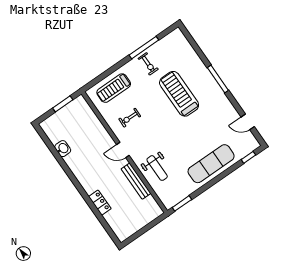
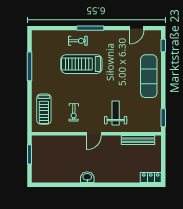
exercise bike: (148, 64) -> (78, 41), moved
washbasin: (63, 149) -> (87, 177), moved
weight bench: (157, 168) -> (116, 113), moved, turned -90
bench: (136, 181) -> (138, 140), moved
locker: (100, 203) -> (151, 178), moved

